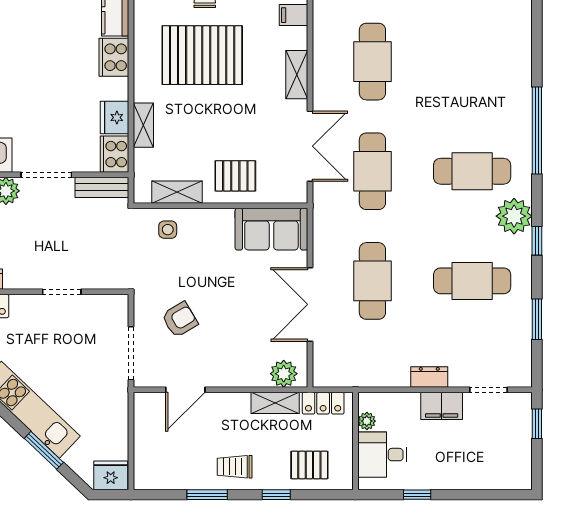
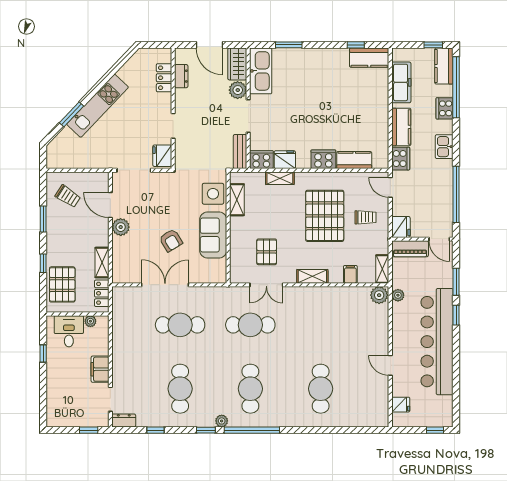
cafe table: (372, 62) -> (321, 389), moved, turned 90
window: (537, 130) -> (252, 430), moved
double door: (310, 146) -> (266, 285), width x0.73
pallet: (235, 176) -> (267, 252), moved
plant: (514, 216) -> (222, 421), width x0.53, depth x0.53
sofa: (271, 229) -> (213, 235), moved
side table: (168, 230) -> (213, 194), width x1.87, depth x1.87
window: (537, 319) -> (156, 430), width x0.67
armchair: (180, 320) -> (171, 240), moved
plant: (284, 374) -> (121, 227), moved
dresser: (429, 377) -> (124, 420), moved, turned -90
pallet: (309, 465) -> (62, 284), width x1.50, depth x1.42
trolley: (235, 467) -> (68, 196), moved, turned 123
fridge: (111, 475) -> (162, 156), moved, turned 180

